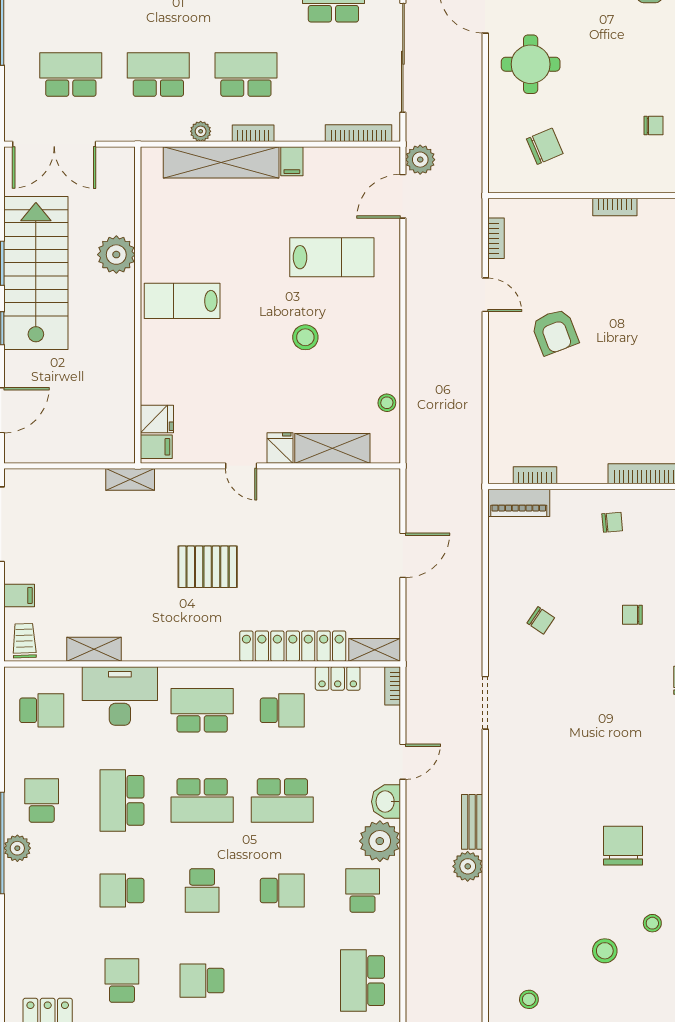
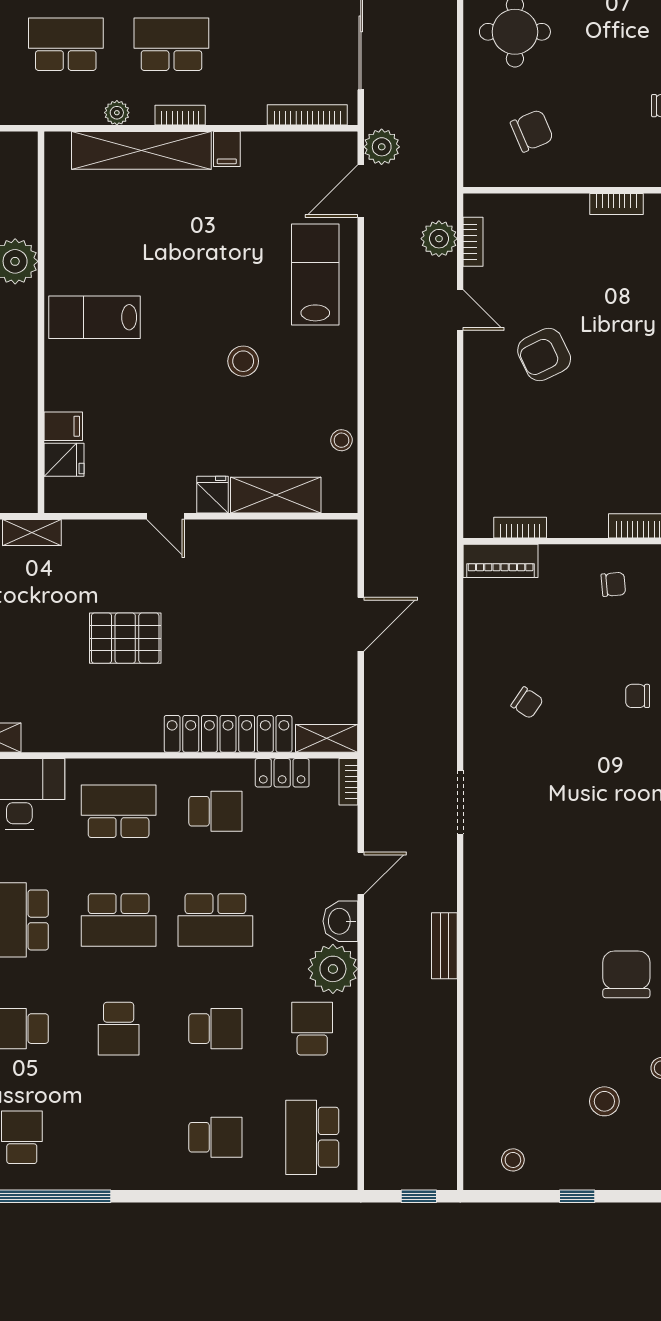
lab bench: (332, 257) -> (315, 274), moved, turned -90
armchair: (555, 332) -> (544, 355), turned 85
filing cabinet: (156, 447) -> (63, 426), moved
plant: (468, 866) -> (439, 239), moved
school desk: (202, 981) -> (215, 1137), moved, turned 180

